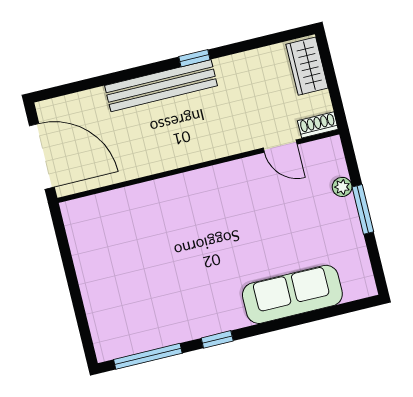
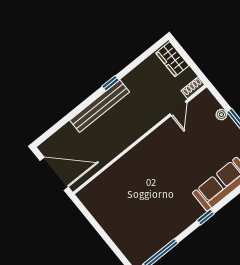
door: (280, 146) -> (178, 108), hinge flipped
window: (217, 339) -> (206, 217), moved

